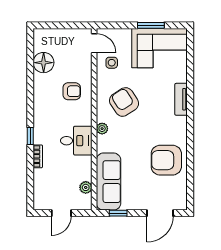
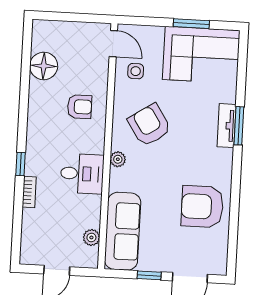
window: (190, 99) -> (239, 126), added
window: (118, 213) -> (149, 275), moved

